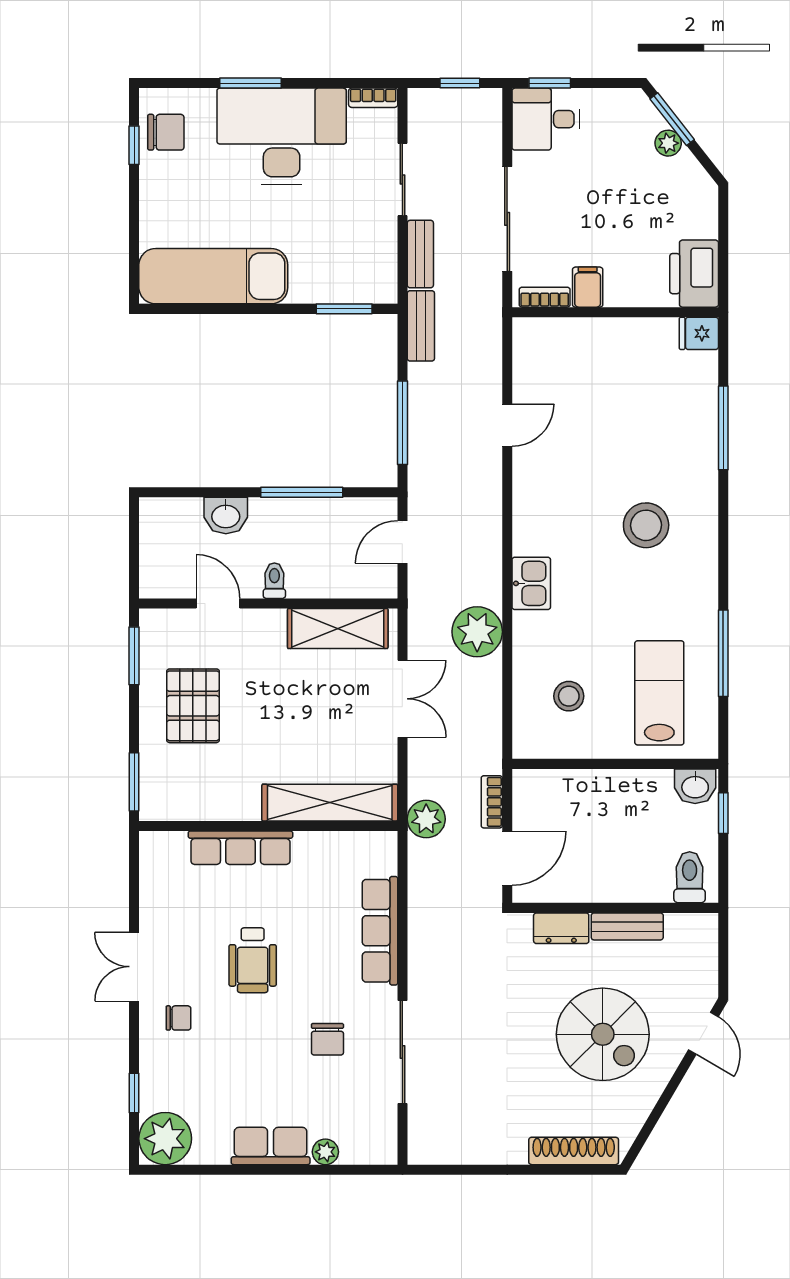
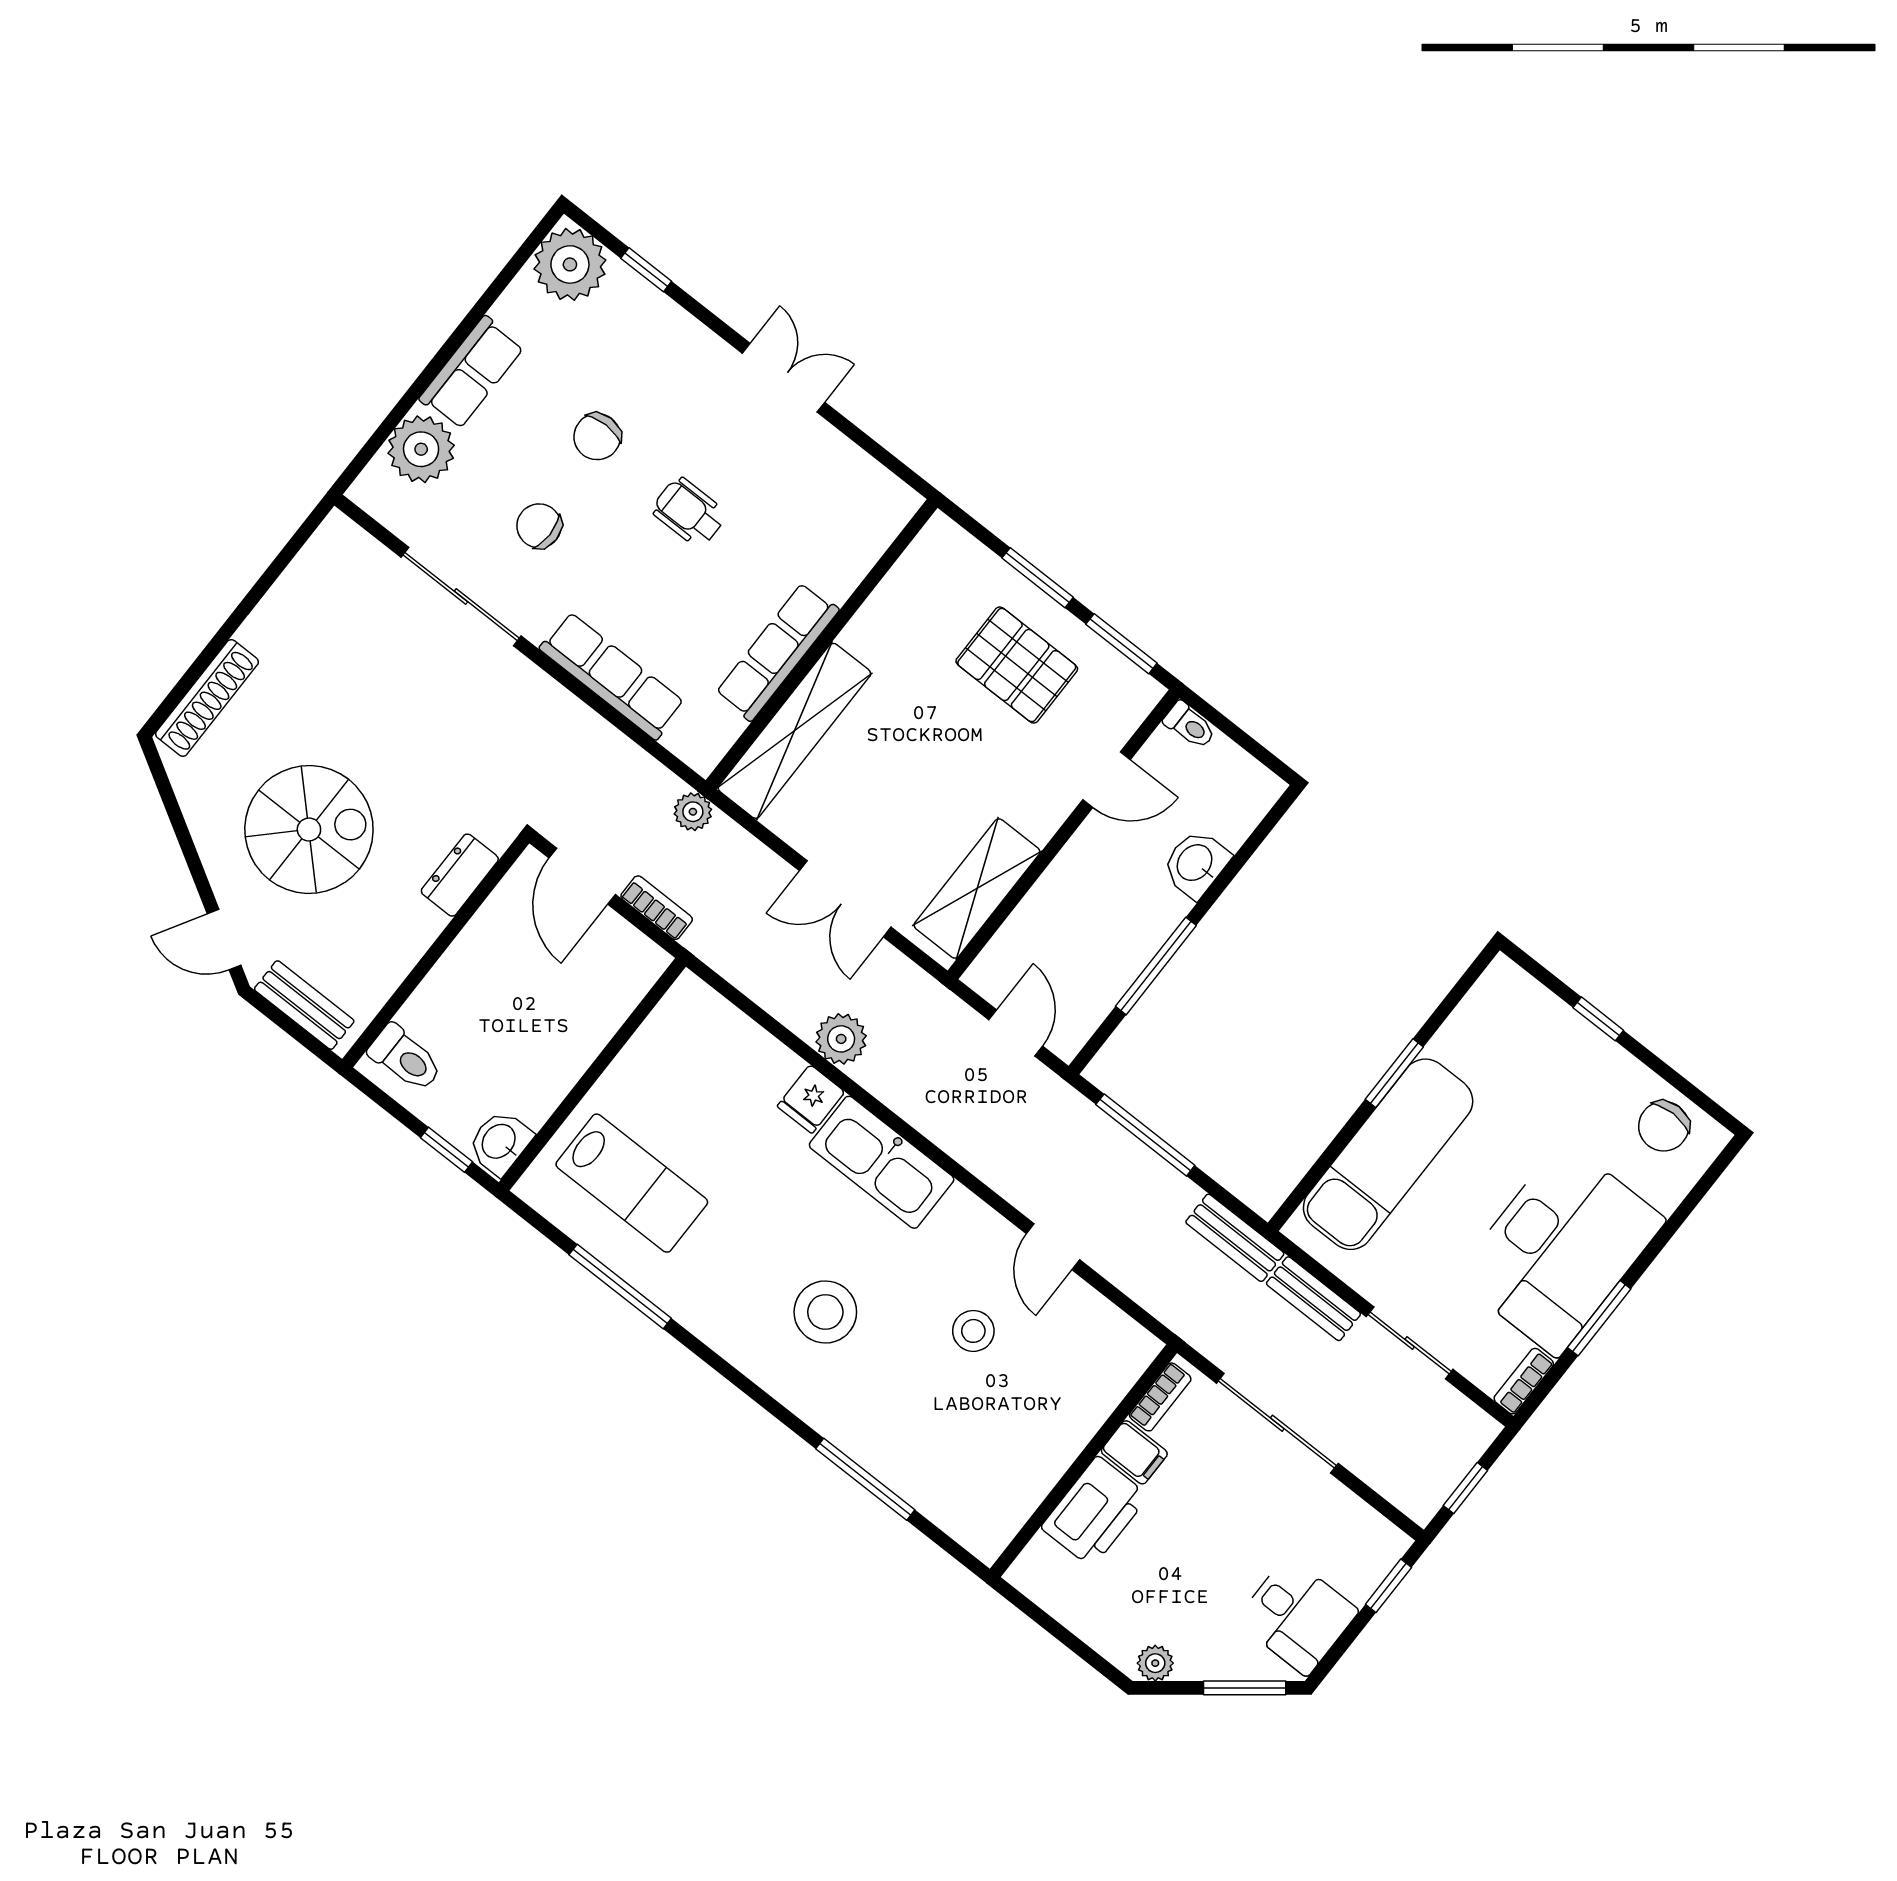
window: (250, 83) -> (1599, 1318), moved
desk: (546, 119) -> (1297, 1616), moved, turned 90
plant: (668, 143) -> (1155, 1663), moved
window: (134, 145) -> (1598, 1019), moved
printer: (694, 274) -> (1095, 1512), moved, turned 90
exam couch: (213, 276) -> (1388, 1154), moved
window: (344, 309) -> (1394, 1073), moved
fridge: (699, 333) -> (811, 1099), moved, turned 180
toilet: (274, 581) -> (1190, 725), moved
kitchen sink: (531, 583) -> (882, 1162), width x1.88, depth x1.24
plant: (477, 632) -> (841, 1039), width x0.73, depth x0.73
stool: (569, 696) -> (973, 1331), moved
window: (134, 782) -> (1038, 578), moved
plant: (426, 819) -> (693, 812), width x0.73, depth x0.73
row of seats: (240, 848) -> (777, 652), moved
bench: (627, 926) -> (304, 1005), moved, turned 90
wheelchair: (253, 960) -> (689, 512), width x0.73, depth x0.73
chair: (178, 1018) -> (597, 437), moved, width x1.37, depth x1.37
spiral stairs: (603, 1034) -> (309, 829), turned 180
plant: (325, 1152) -> (421, 449), width x1.87, depth x1.87

